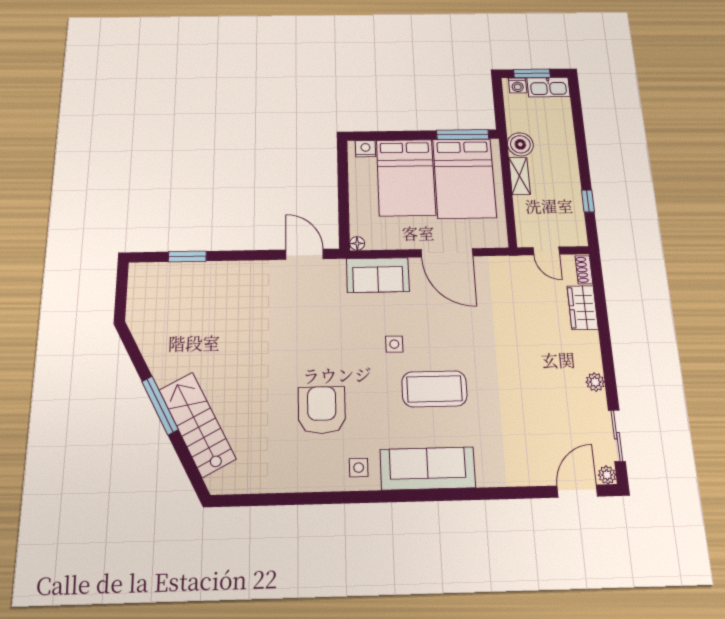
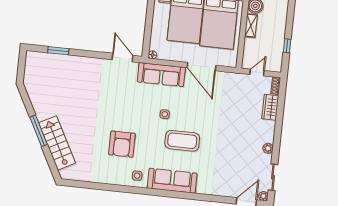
door: (546, 251) -> (257, 73), swing flipped
sofa: (378, 275) -> (161, 75), width x1.36
armchair: (322, 410) -> (122, 144), turned 180

